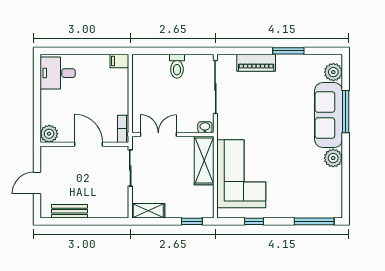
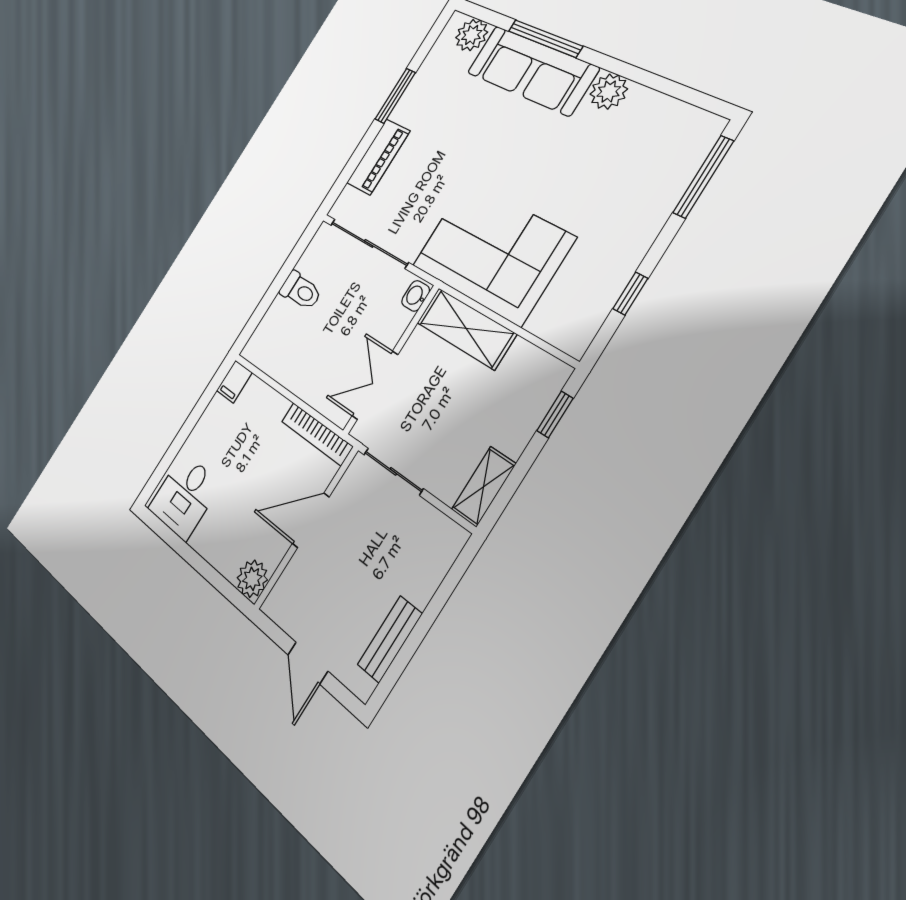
bookcase: (123, 129) -> (317, 434), width x1.56
corner sofa: (241, 174) -> (492, 252), moved

